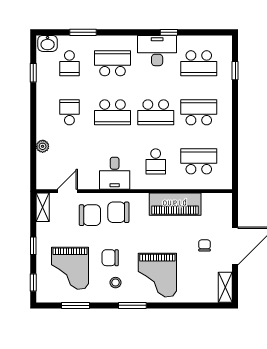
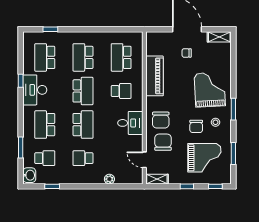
school desk: (199, 63) -> (45, 57), turned 180
grand piano: (157, 275) -> (210, 90), turned -93

